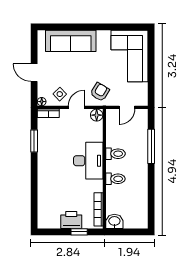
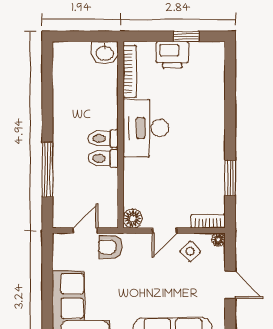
armchair: (100, 92) -> (110, 247), moved, turned 59
desk: (88, 161) -> (146, 128), moved
toilet: (115, 179) -> (103, 138), moved
window: (79, 232) -> (186, 36), moved

